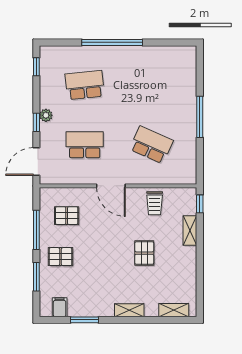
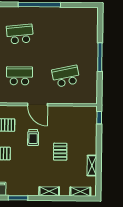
school desk: (151, 145) -> (66, 76), turned -36
trolley: (155, 203) -> (33, 137), moved
shelving: (190, 230) -> (92, 165), moved

